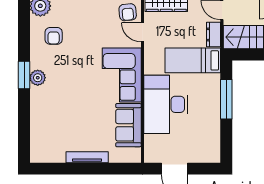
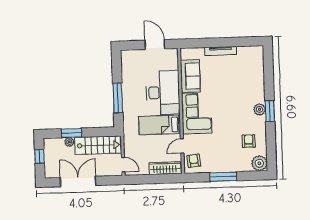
door: (142, 32) -> (182, 146), swing flipped
dresser: (214, 34) -> (129, 146), removed
bed: (193, 60) -> (160, 125), moved, turned 180

